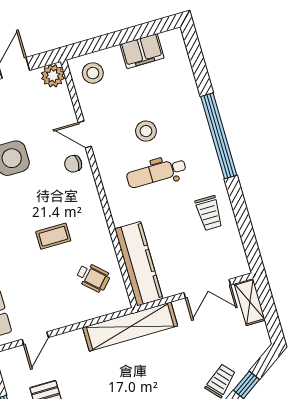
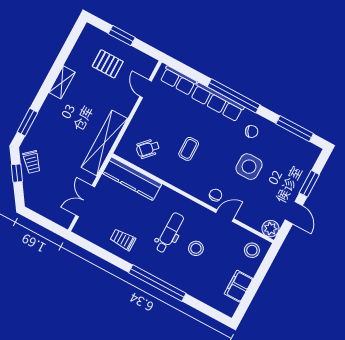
shelving: (250, 302) -> (57, 216), removed

